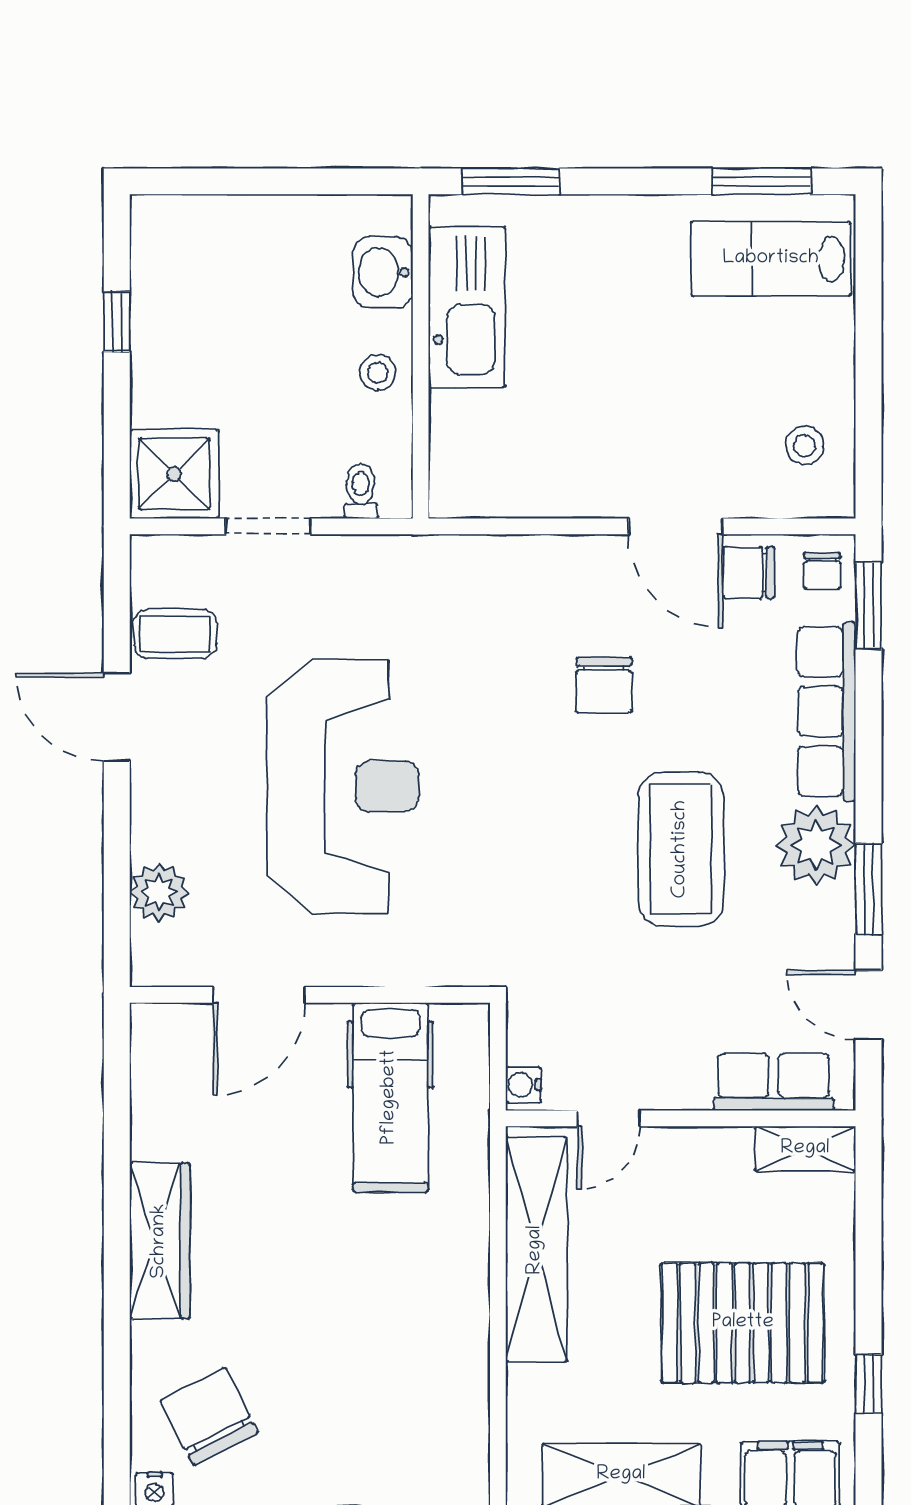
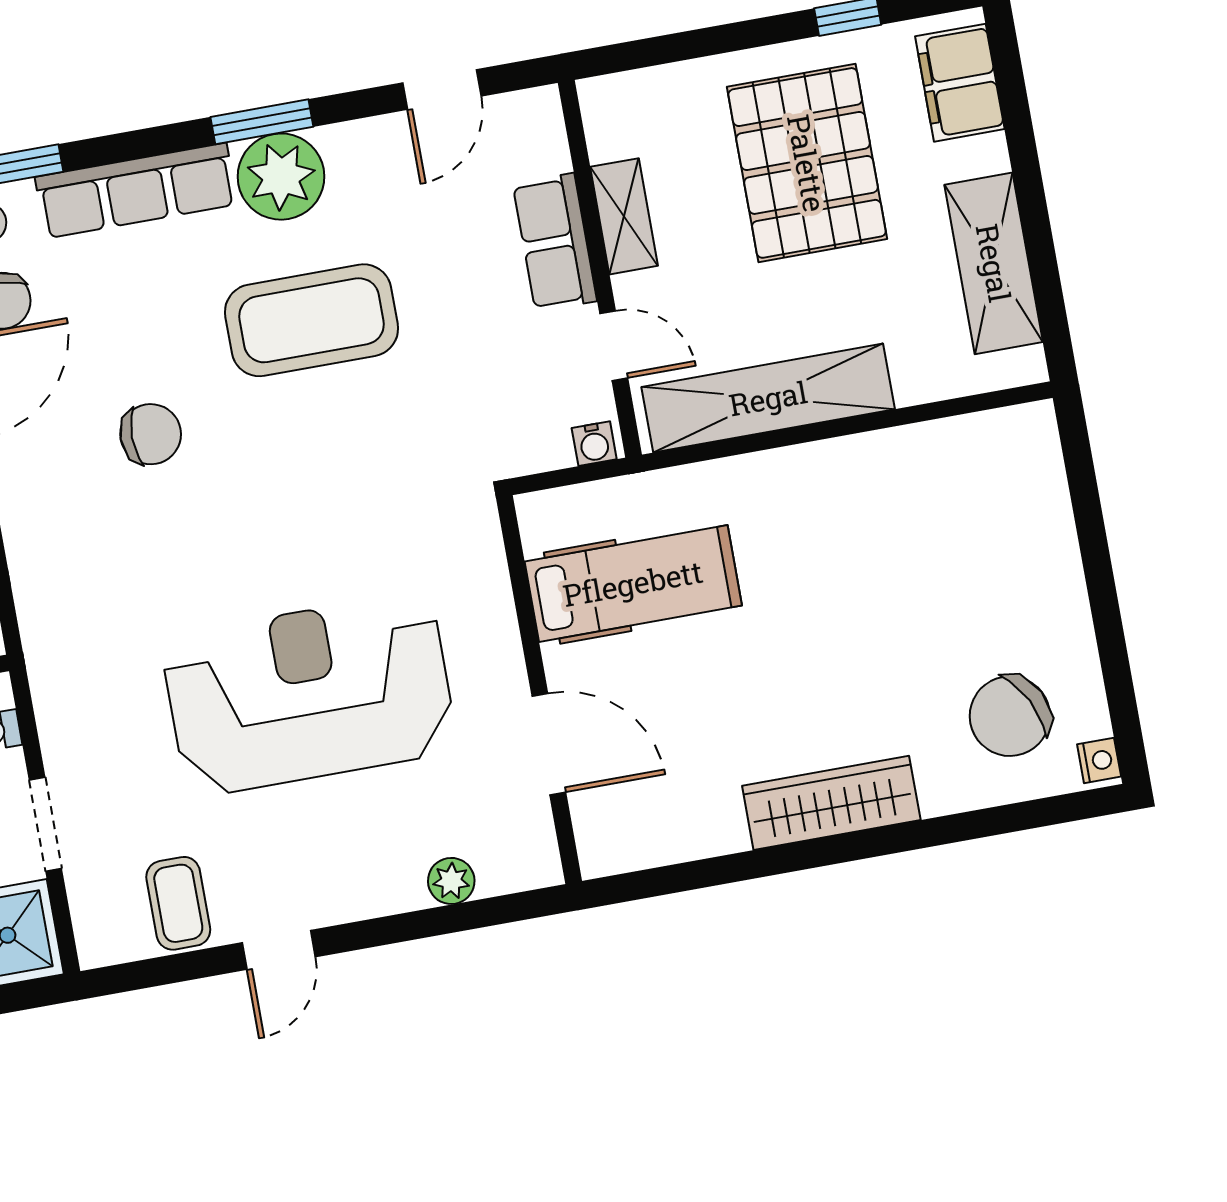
door: (117, 717) -> (279, 950), width x0.73
window: (868, 889) -> (262, 122), moved
plant: (159, 892) -> (451, 881), width x0.73, depth x0.73
row of seats: (774, 1082) -> (555, 242), moved
shelving: (805, 1149) -> (624, 216), moved

